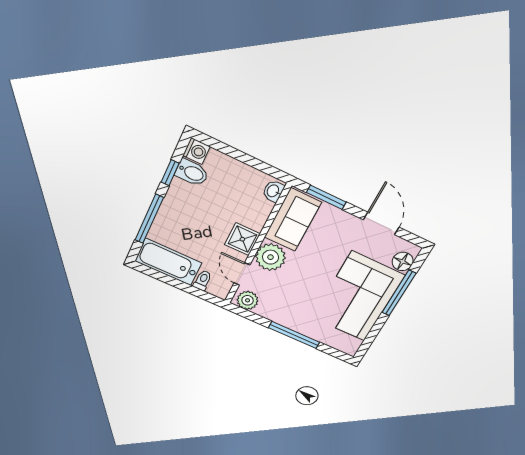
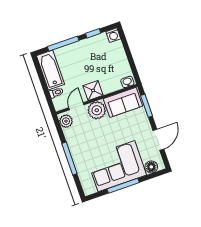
bidet: (192, 173) -> (102, 42), removed
window: (399, 293) -> (123, 186), moved

